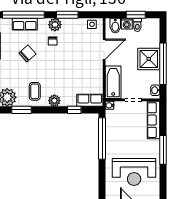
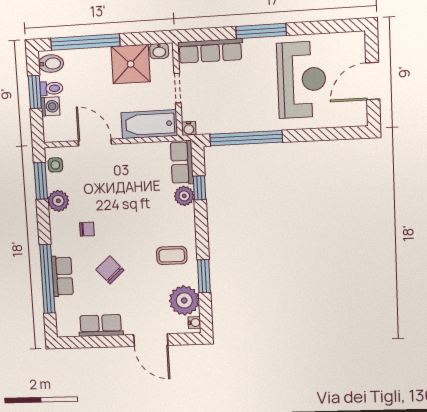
window: (67, 15) -> (41, 181), moved
plant: (55, 25) -> (58, 201), moved
bidet: (115, 26) -> (51, 64), moved
shower: (149, 59) -> (131, 64), moved
window: (163, 64) -> (85, 42), moved
plant: (54, 101) -> (184, 196), moved

